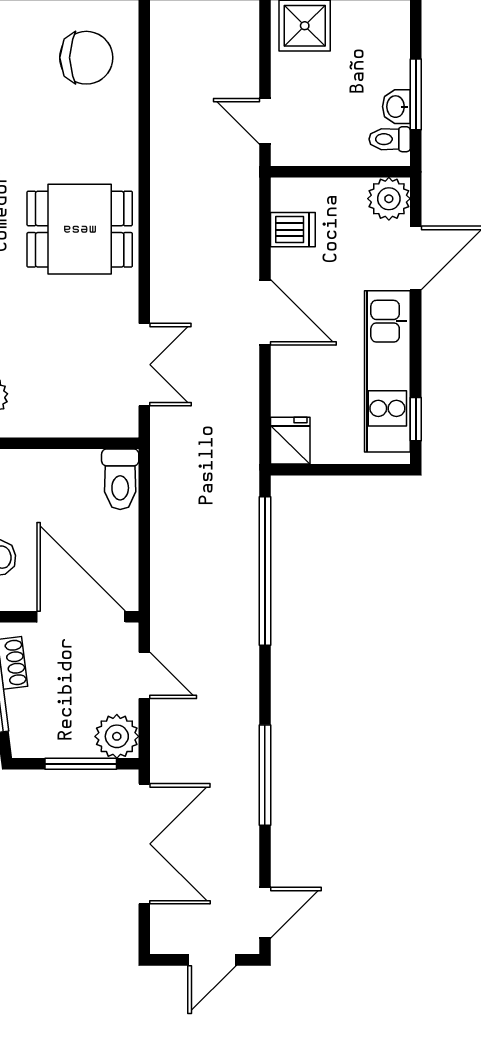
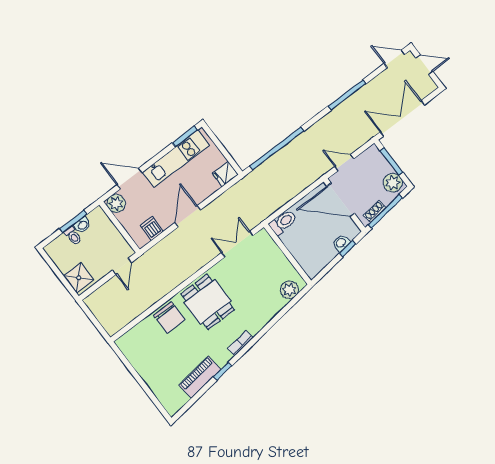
chair: (86, 58) -> (169, 317), moved, turned 180
toilet: (390, 139) -> (73, 236), moved
window: (416, 419) -> (185, 136), width x1.50
door: (81, 617) -> (341, 200), hinge flipped
door: (144, 675) -> (344, 163), hinge flipped
plant: (117, 736) -> (393, 183), moved

